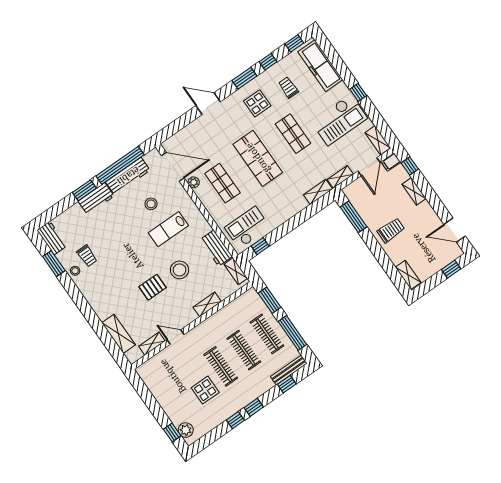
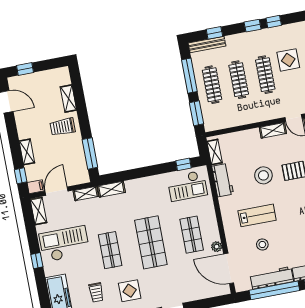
shelving: (408, 275) -> (68, 99), moved
shelving: (207, 304) -> (273, 130), moved

